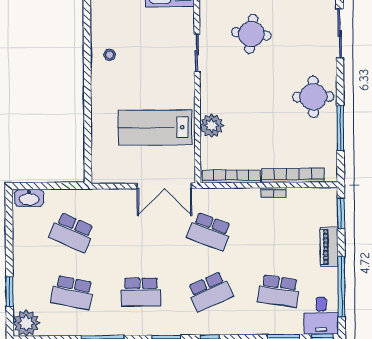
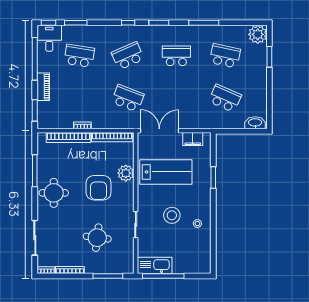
stool: (146, 66) -> (172, 215), added
armchair: (250, 105) -> (99, 188), added
window: (88, 120) -> (213, 178), added
filing cabinet: (117, 174) -> (193, 139), added

